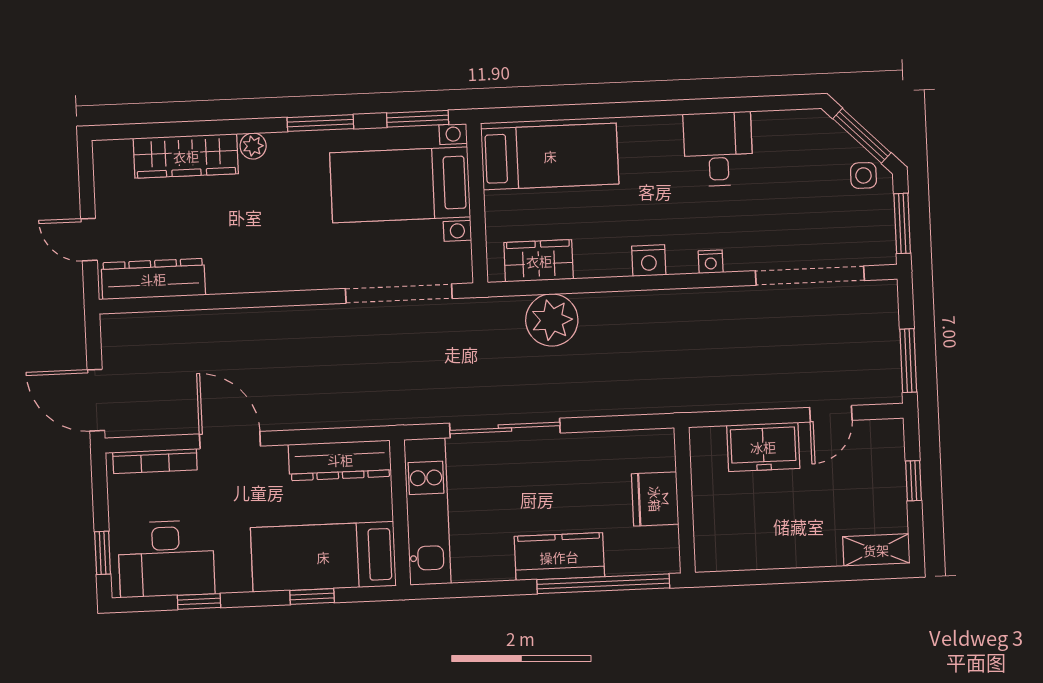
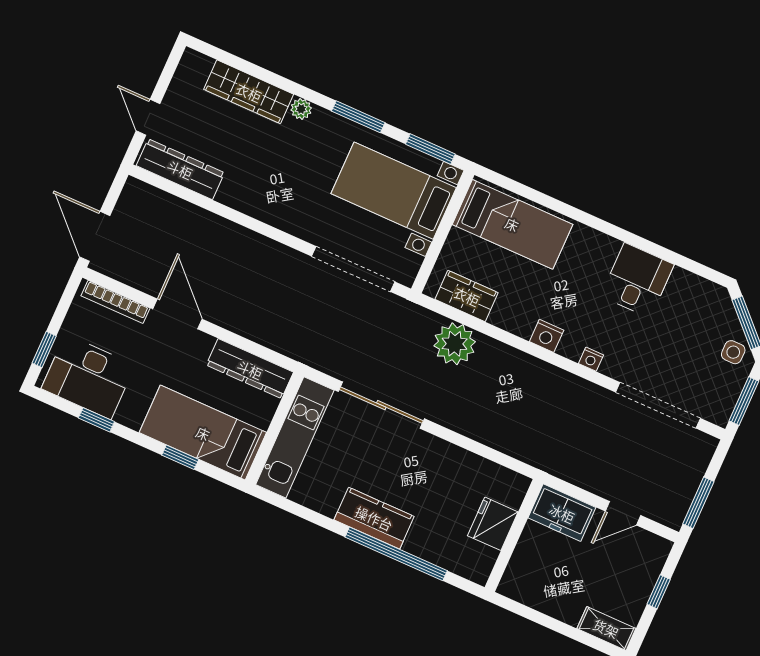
fridge: (655, 499) -> (493, 524), moved
wall: (685, 500) -> (514, 535), moved

